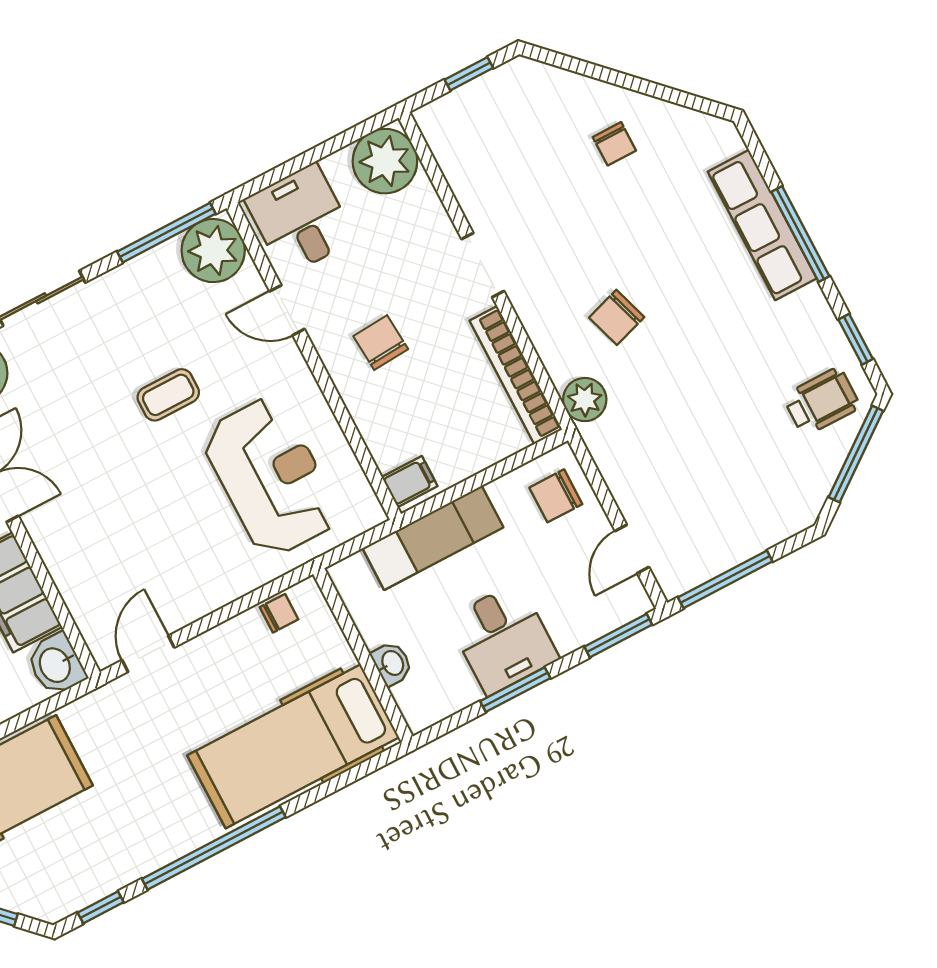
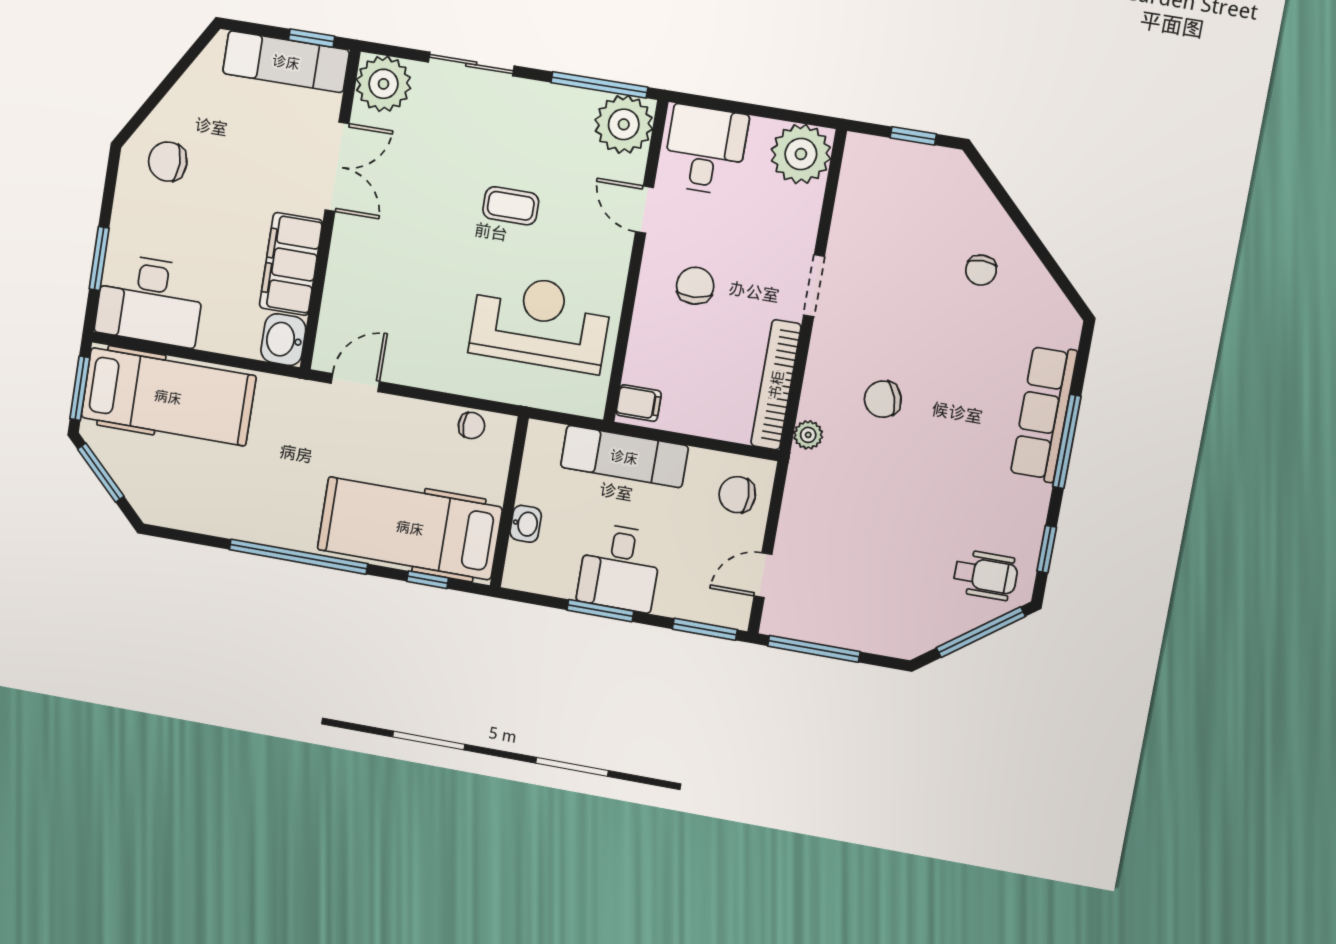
plant: (585, 400) -> (808, 435), width x0.73, depth x0.73
reception desk: (271, 477) -> (540, 322), turned -90
window: (101, 907) -> (428, 580), moved

